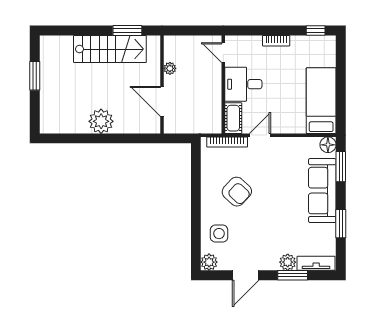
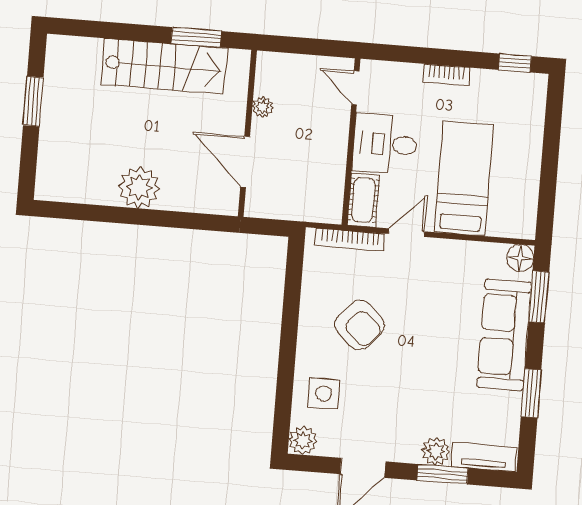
bed: (321, 101) -> (464, 178), moved

